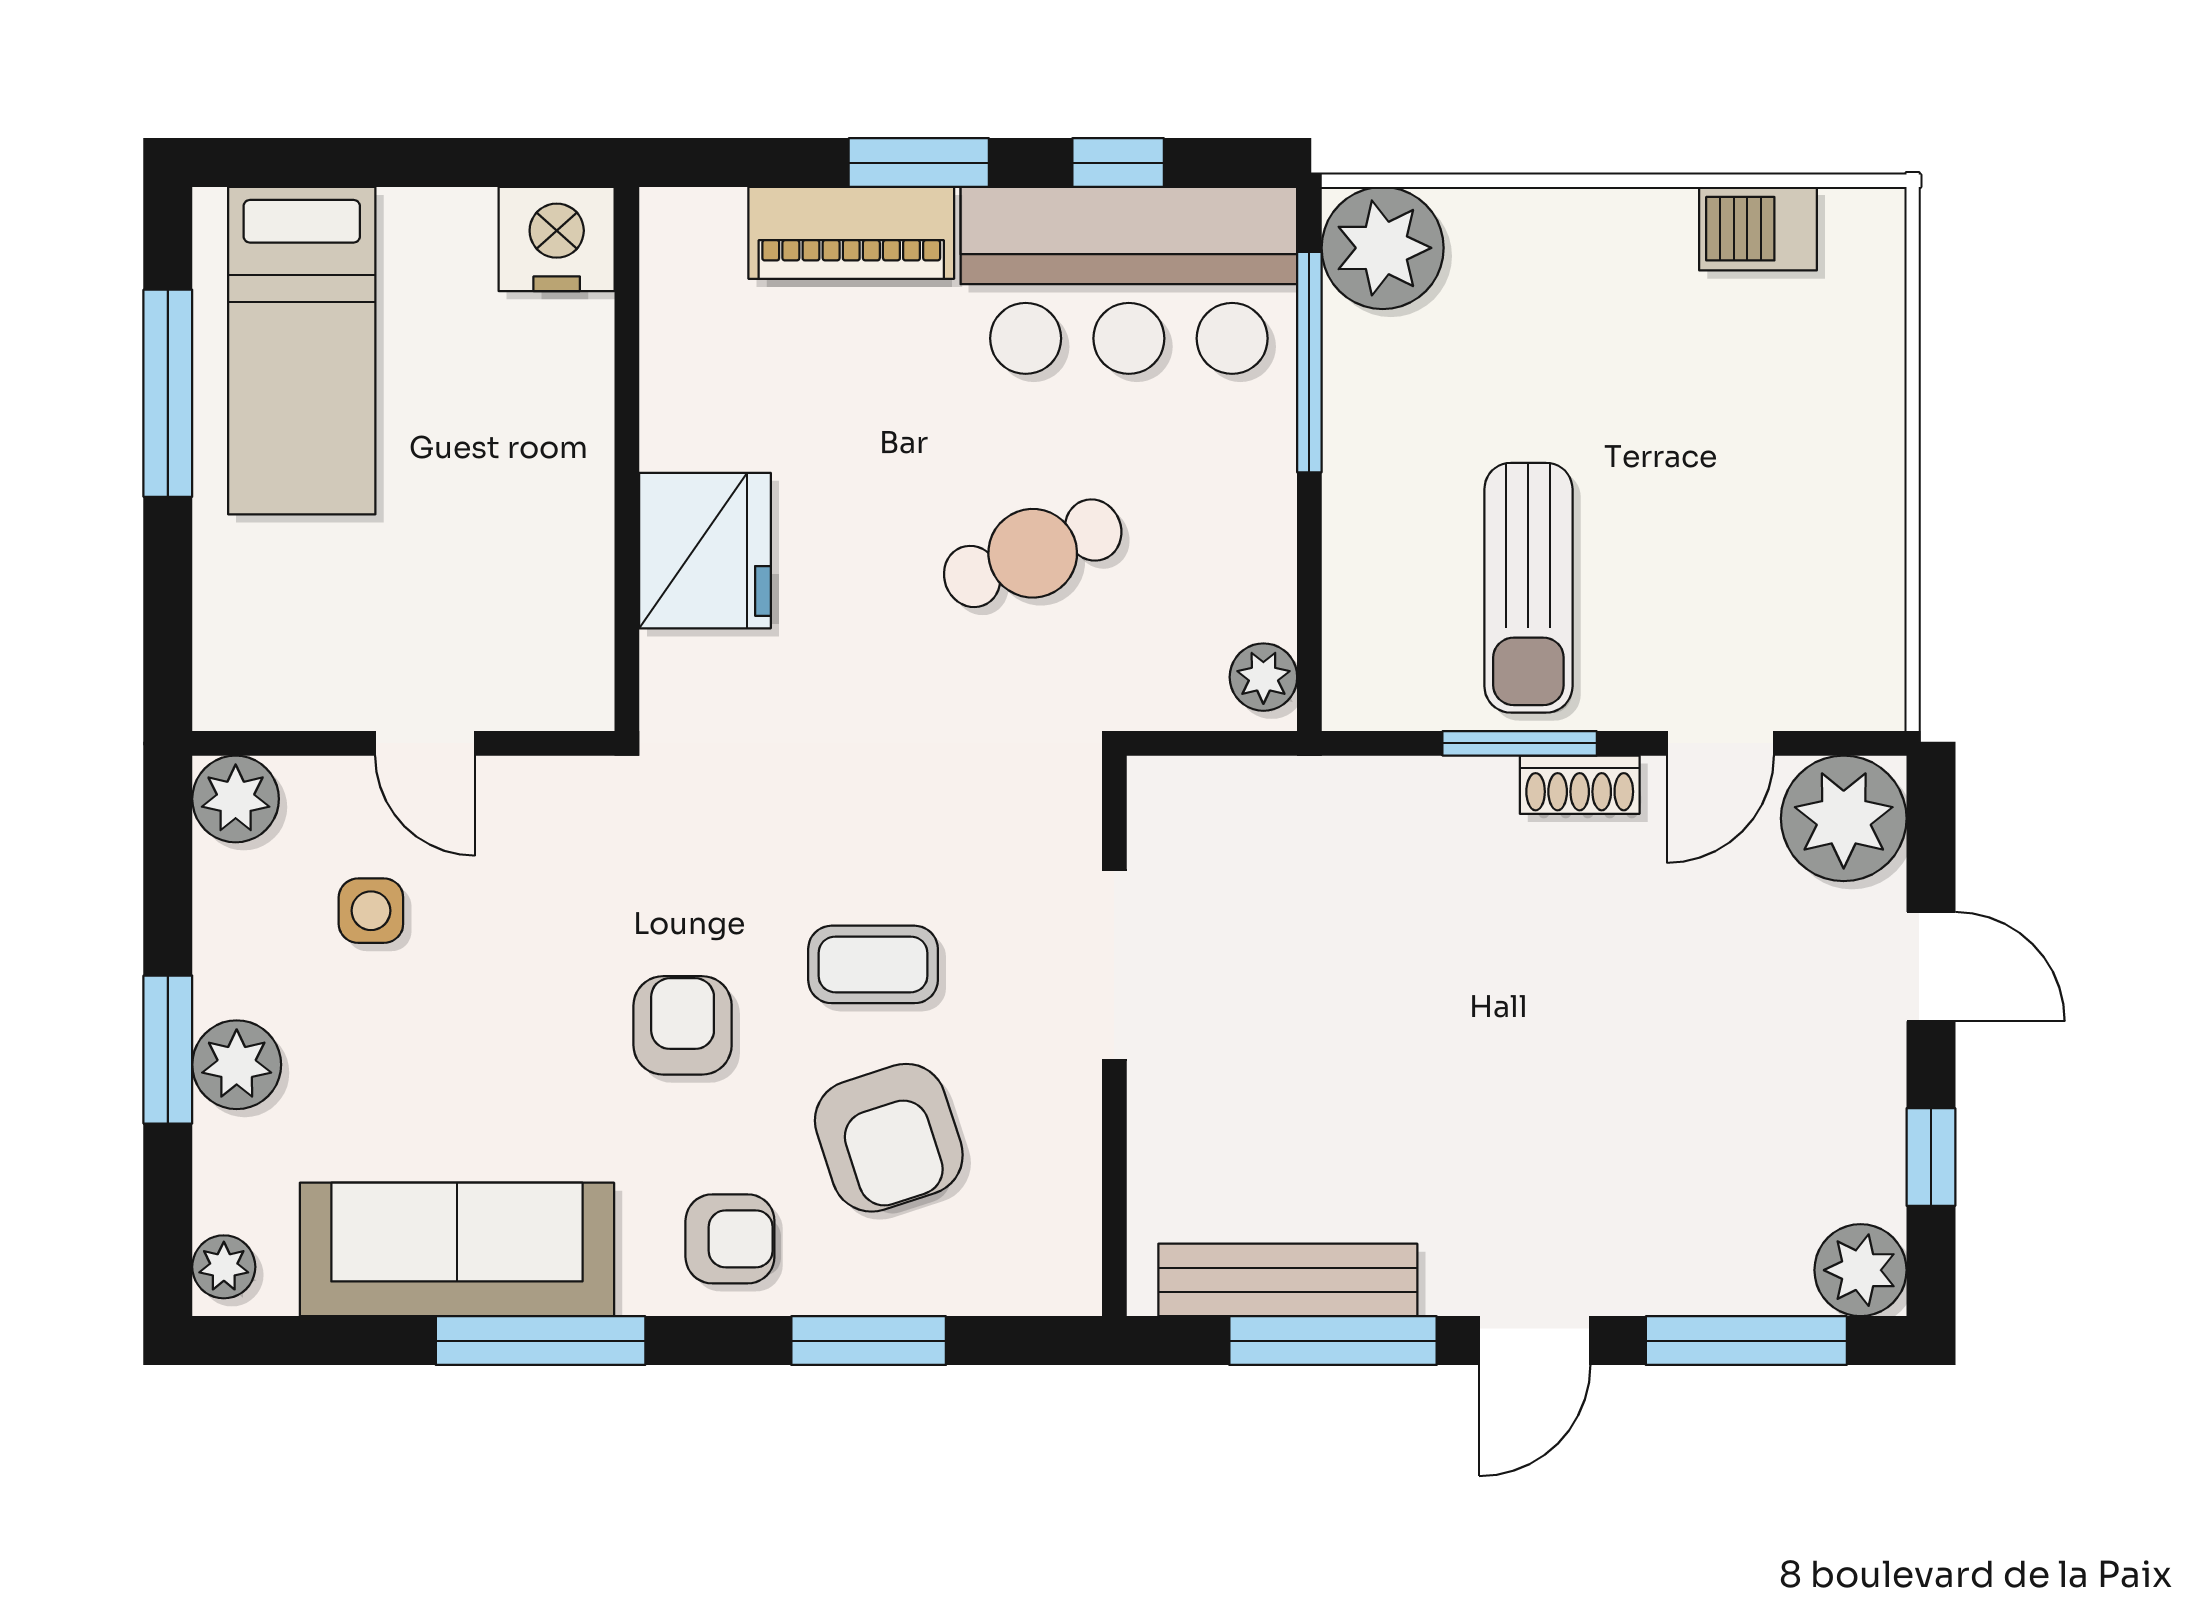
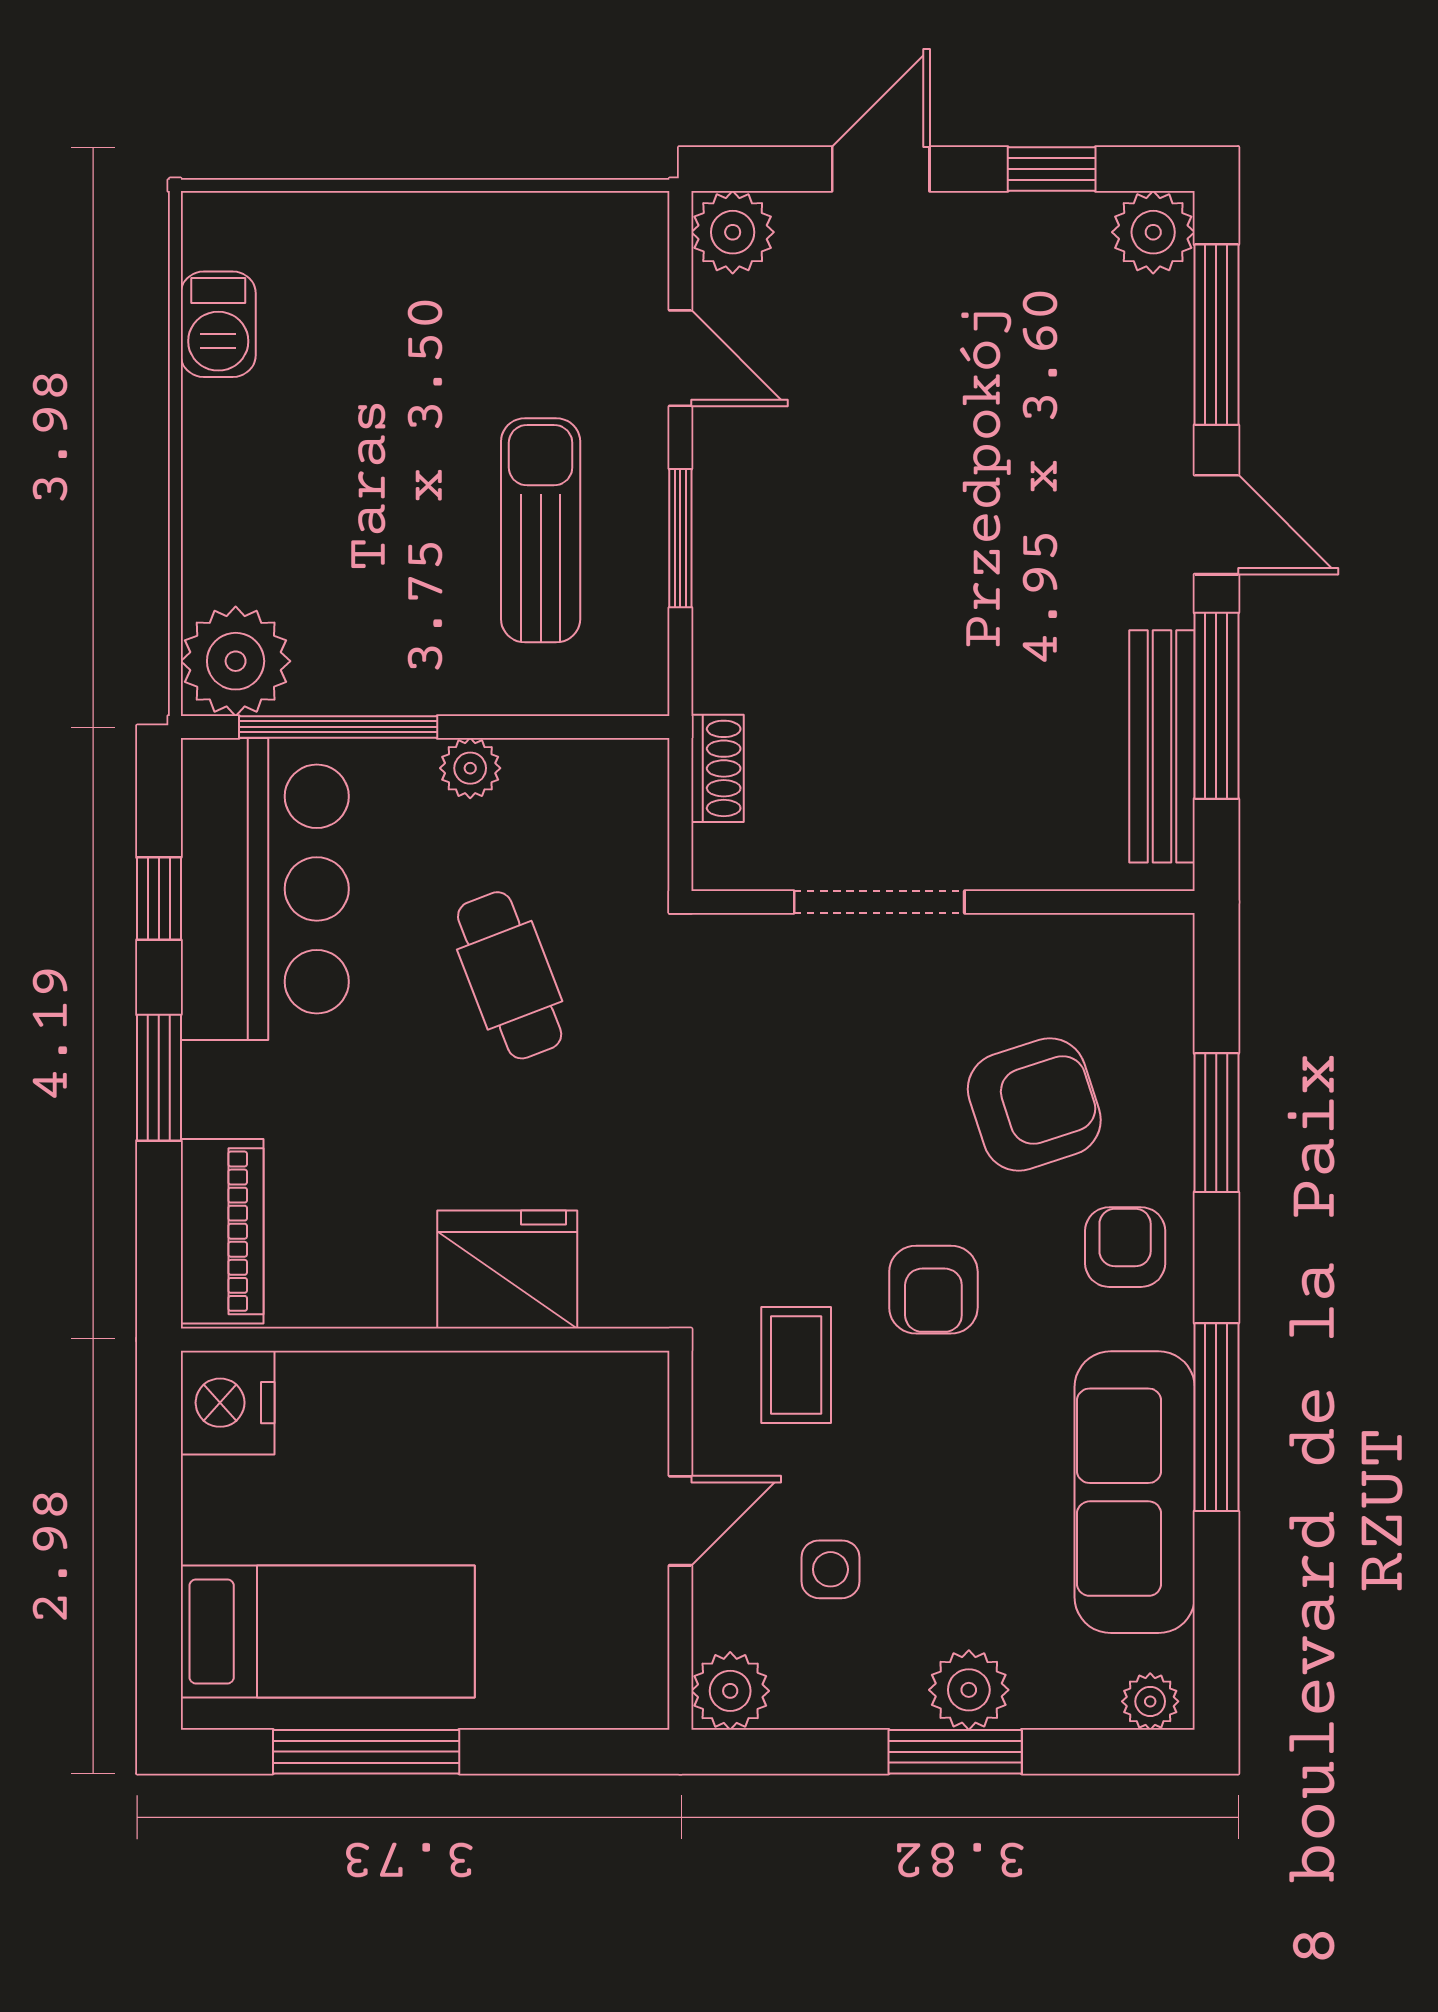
piano: (851, 233) -> (222, 1231), moved
sun lounger: (1528, 588) -> (541, 530), turned -90
plant: (1263, 677) -> (470, 768), moved
shoe rack: (1580, 785) -> (717, 768), moved
plant: (1844, 818) -> (733, 232), width x0.73, depth x0.73
coffee table: (873, 964) -> (796, 1365), moved
armchair: (683, 1025) -> (933, 1290), turned -90

